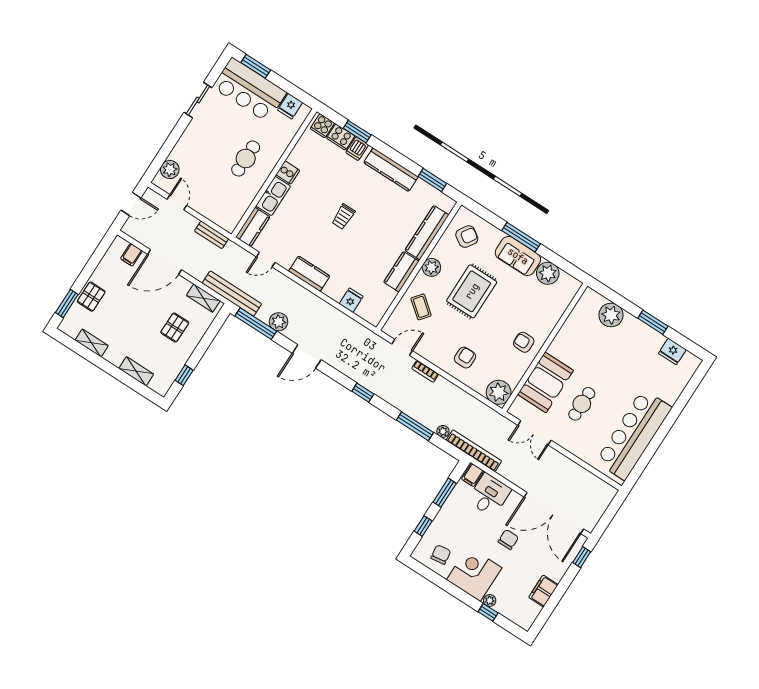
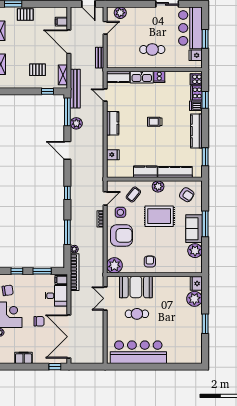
window: (256, 66) -> (205, 39), moved
side table: (434, 339) -> (120, 212), added
door: (402, 347) -> (105, 198), hinge flipped
fridge: (672, 351) -> (196, 284), moved
armchair: (465, 358) -> (121, 235), width x1.88, depth x1.88
window: (184, 375) -> (47, 91), moved

